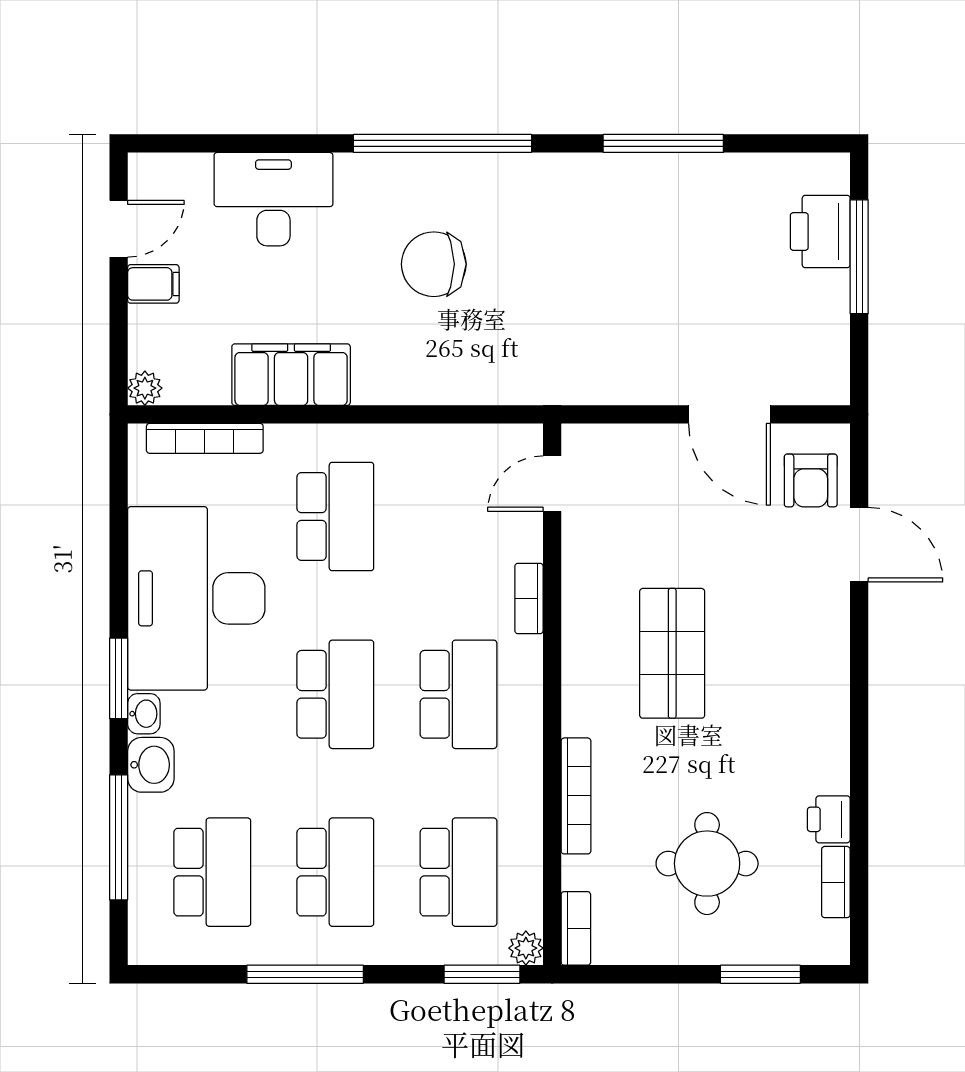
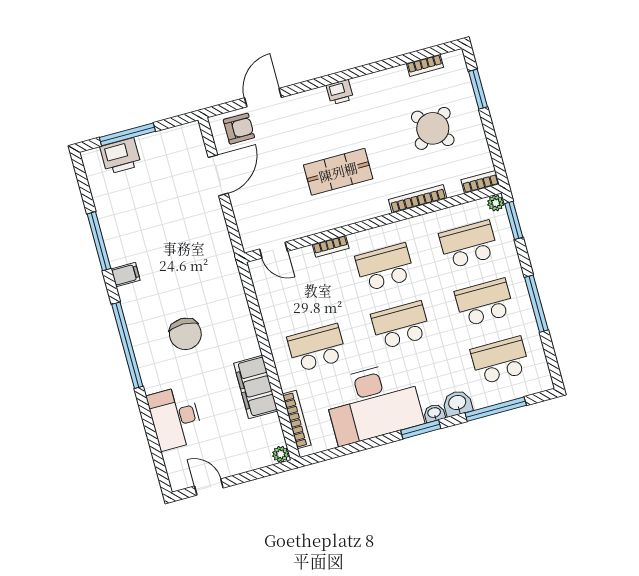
filing cabinet: (153, 284) -> (126, 275), moved, turned 90
printer: (829, 819) -> (340, 92), moved
round table: (707, 864) -> (433, 128), turned -38

